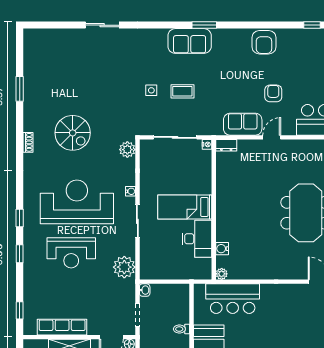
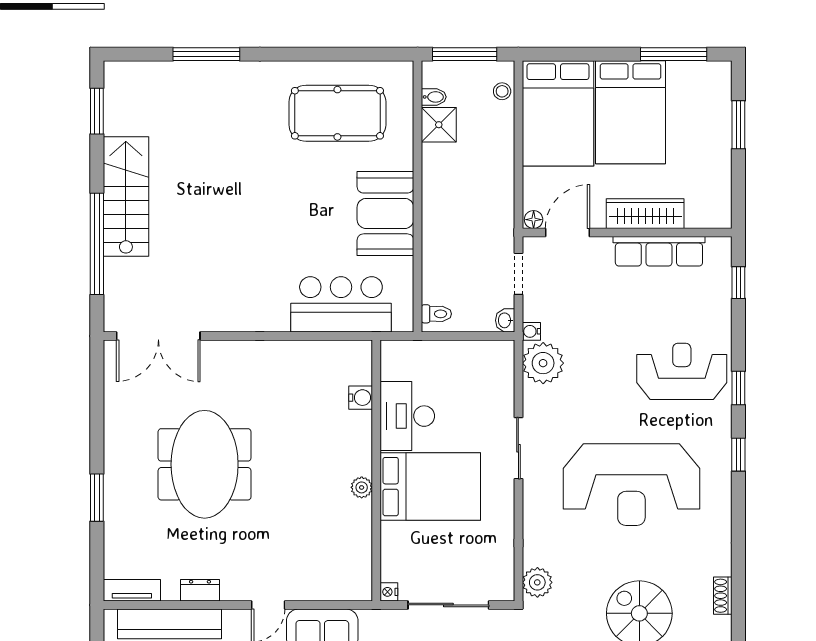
dresser: (226, 145) -> (200, 590), moved
water cooler: (131, 191) -> (531, 331), moved
bed: (185, 207) -> (430, 487), width x1.50
reception desk: (71, 253) -> (682, 371), moved
plant: (222, 274) -> (362, 487), moved
toilet: (181, 329) -> (436, 314), moved

